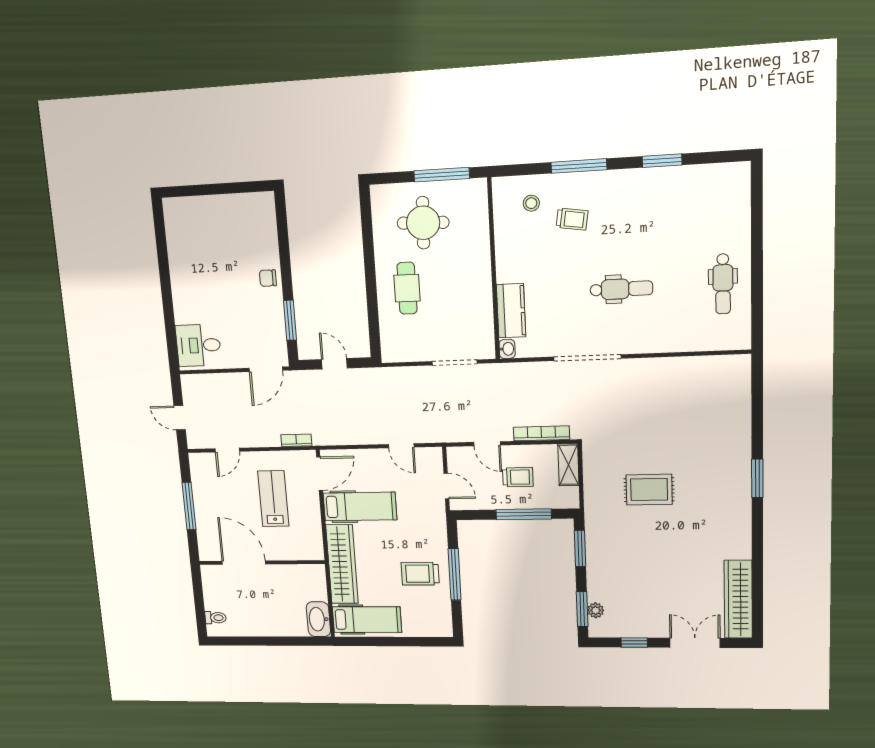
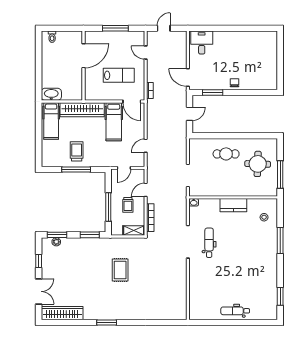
window: (662, 161) -> (280, 296), moved
trolley: (572, 219) -> (255, 236), removed
dental chair: (723, 284) -> (235, 311), moved
dental chair: (621, 289) -> (209, 243), moved, turned 180
kitchen counter: (511, 311) -> (233, 205), moved
window: (757, 478) -> (107, 322), moved

